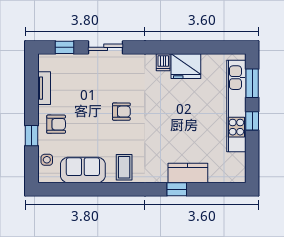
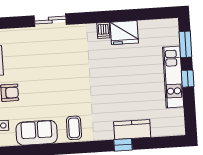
window: (65, 47) -> (13, 22), removed
kitchen unit: (236, 106) -> (173, 77), width x0.73
armchair: (121, 112) -> (68, 77), removed

